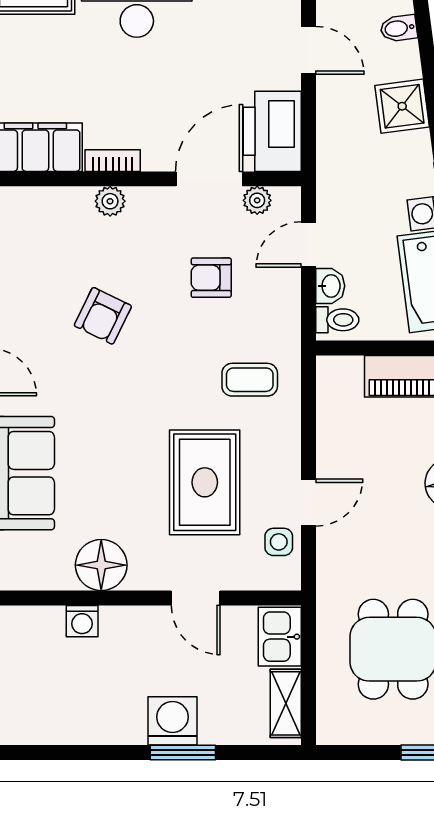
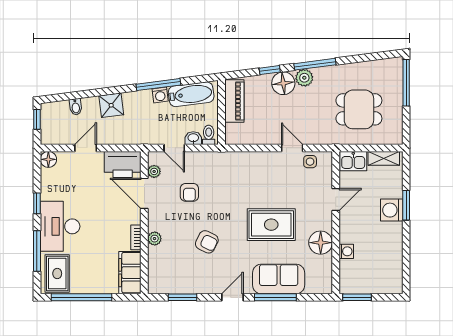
coffee table: (250, 380) -> (236, 175), removed
rug: (205, 482) -> (271, 225), moved

